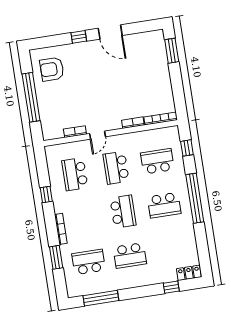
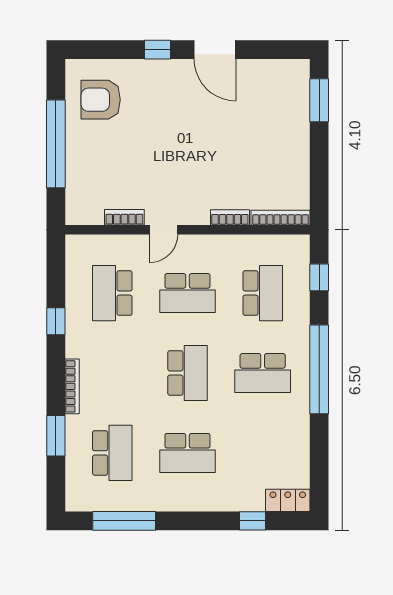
school desk: (157, 161) -> (263, 293), turned 90
school desk: (116, 168) -> (187, 293), turned -90
school desk: (89, 262) -> (112, 453), turned 90

